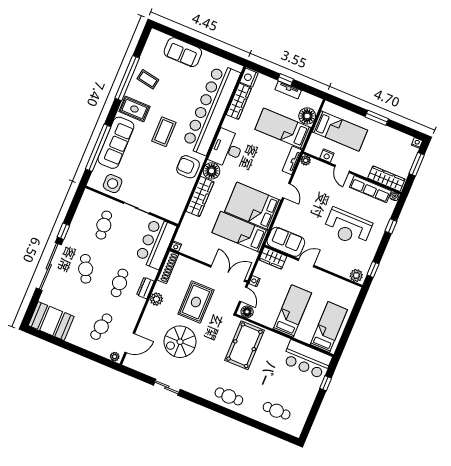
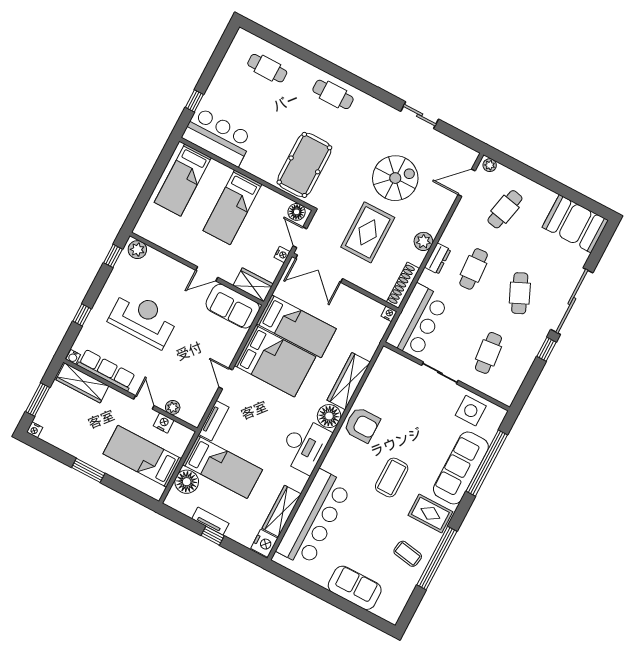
bar counter: (211, 109) -> (314, 518), width x0.73
plant: (306, 160) -> (173, 407), moved

